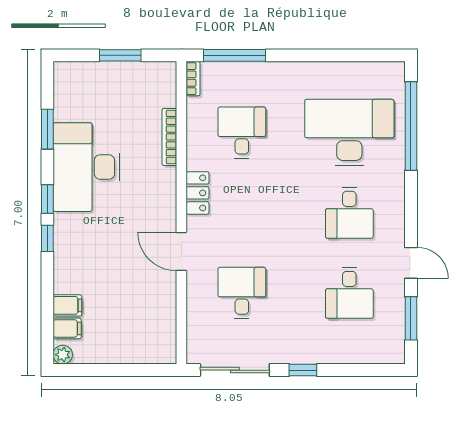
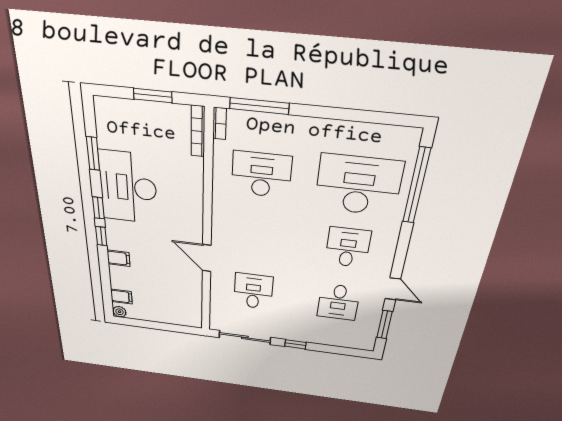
desk: (242, 133) -> (261, 175), width x1.37
bookcase: (169, 137) -> (198, 131), moved
locker: (197, 193) -> (221, 218), removed
desk: (349, 213) -> (348, 247), turned 180
filing cabinet: (67, 305) -> (118, 258), moved

